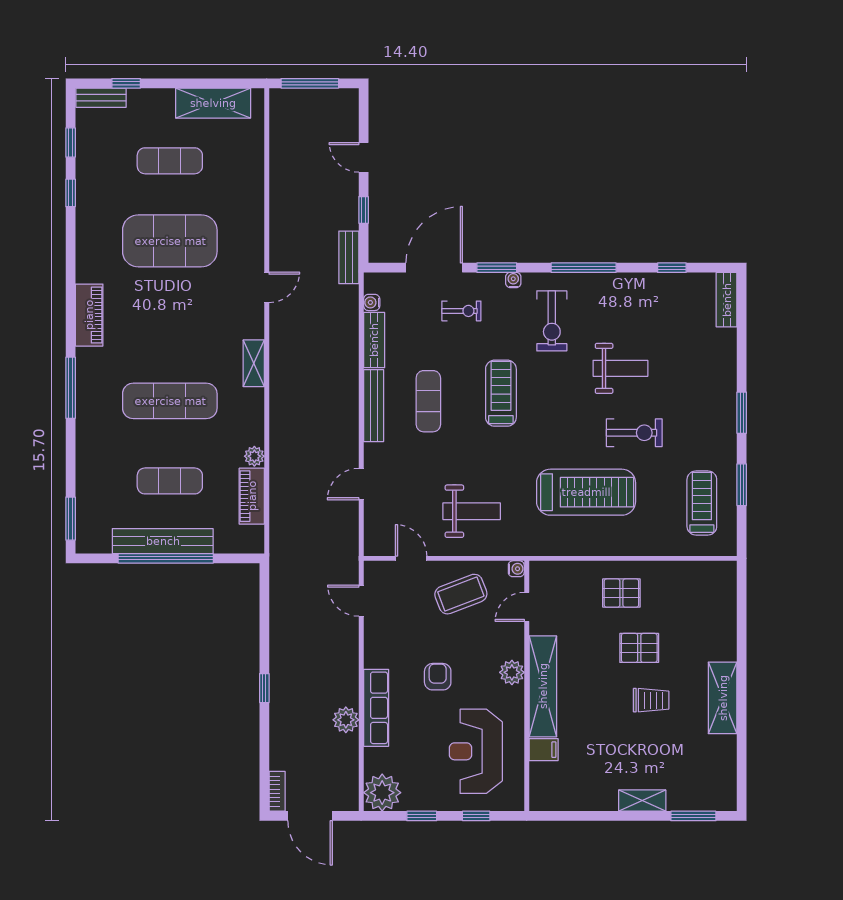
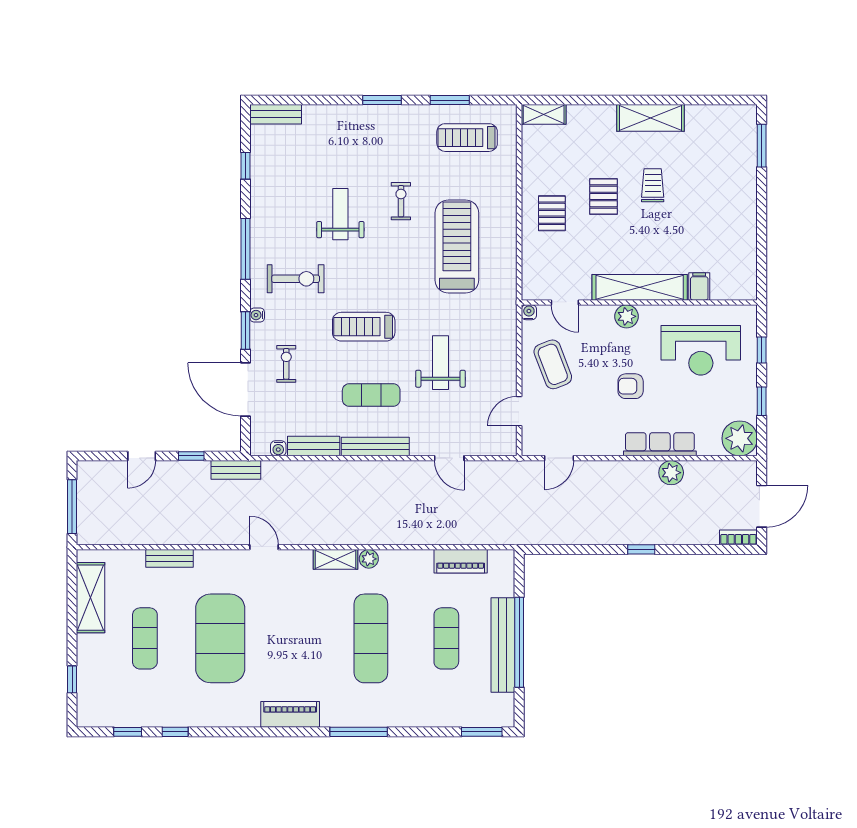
bench: (101, 98) -> (170, 558), moved, turned 90
exercise bike: (634, 433) -> (401, 201), width x0.73, depth x0.72
plant: (254, 456) -> (369, 559), moved
weight bench: (472, 511) -> (440, 363), moved
shelving: (642, 801) -> (544, 114), moved, turned 90

